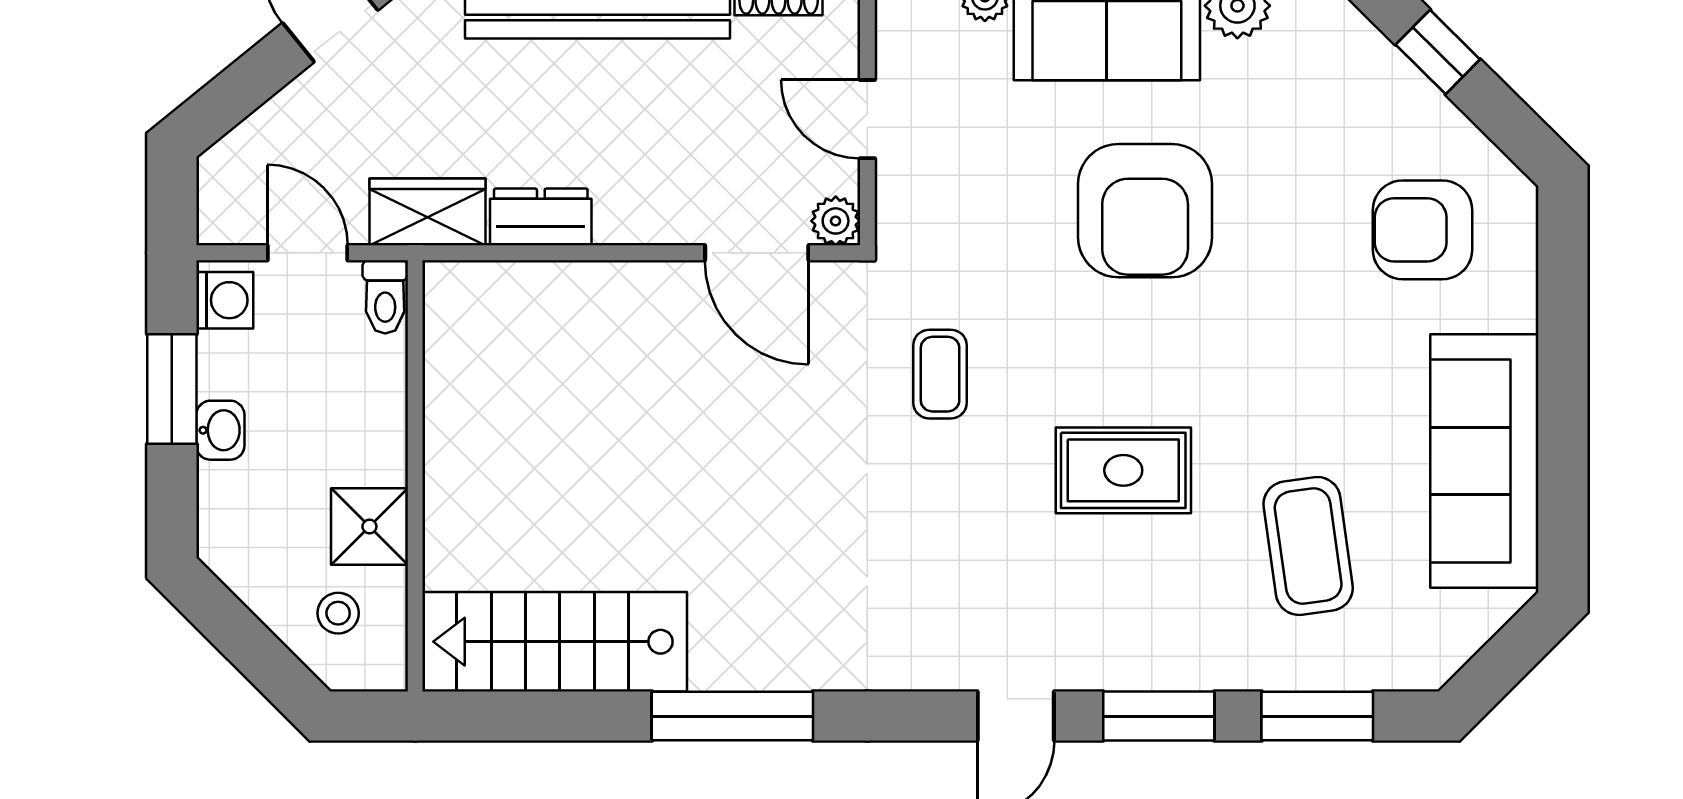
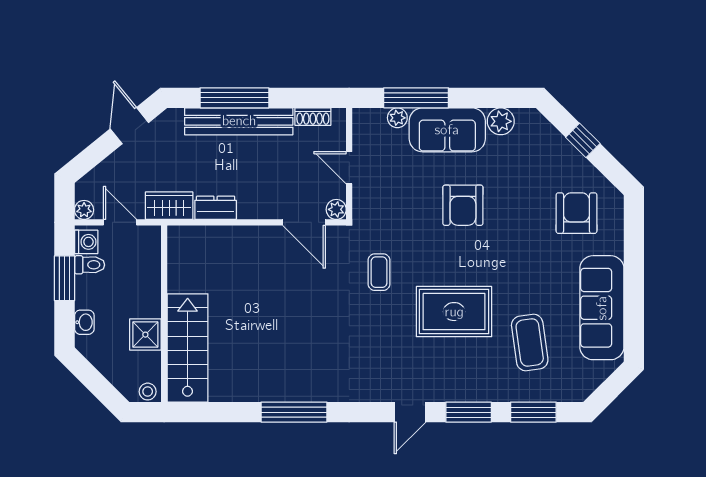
armchair: (1145, 211) -> (463, 205), width x0.73, depth x0.73
plant: (220, 222) -> (84, 210), added
armchair: (1422, 230) -> (576, 213), turned 90
toilet: (385, 297) -> (90, 265), moved, turned -90
washbasin: (220, 430) -> (84, 322), moved
rug: (1123, 470) -> (454, 312), width x1.36, depth x1.43
stool: (338, 613) -> (148, 392), moved
stairs: (555, 642) -> (188, 348), moved, turned 90

